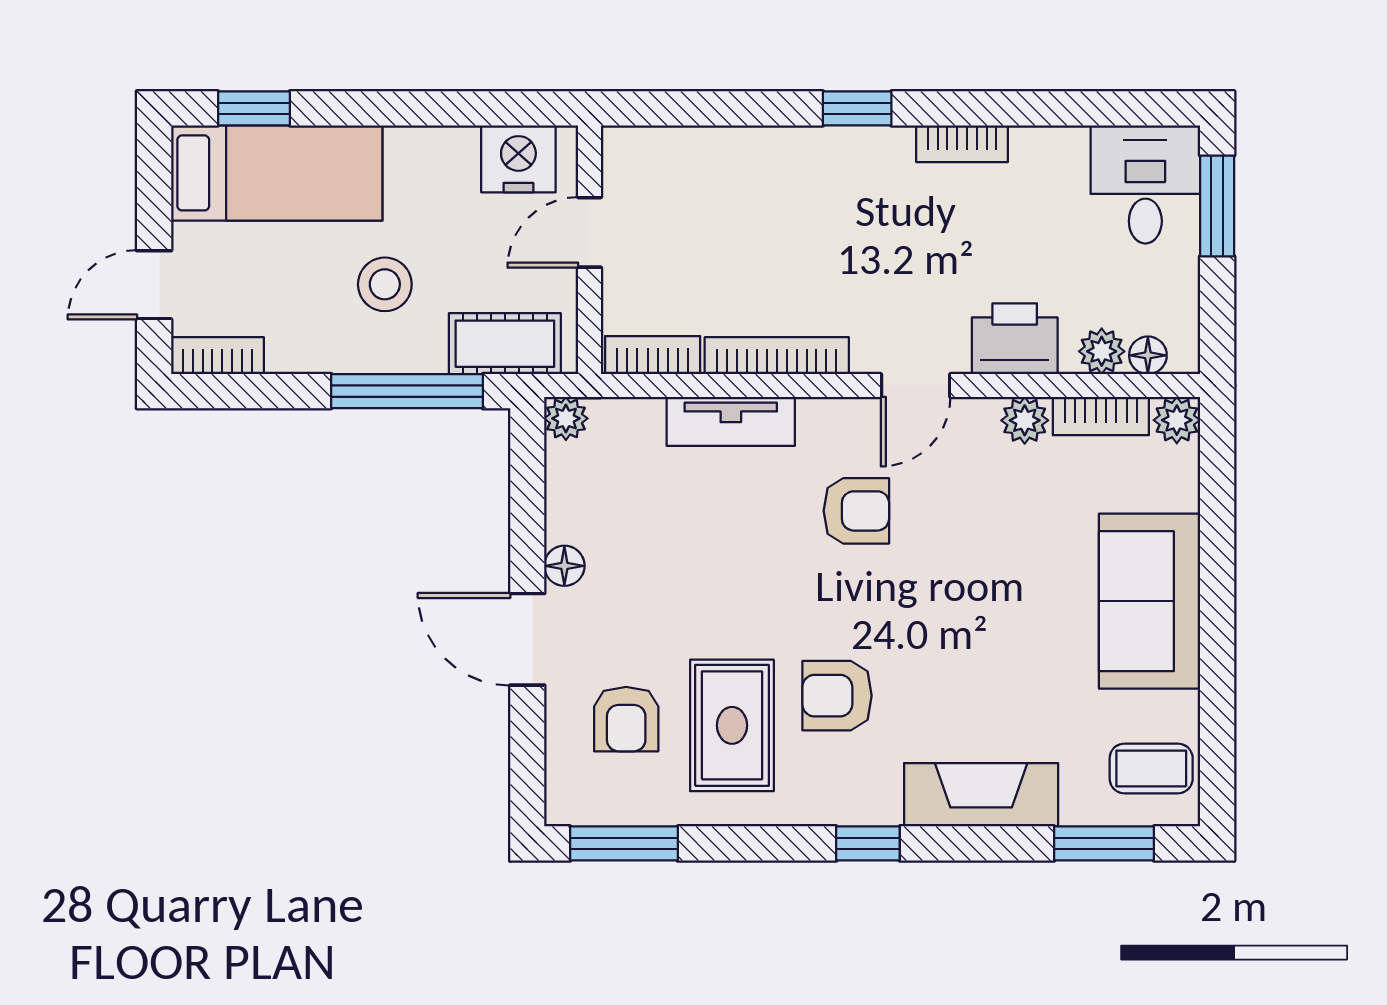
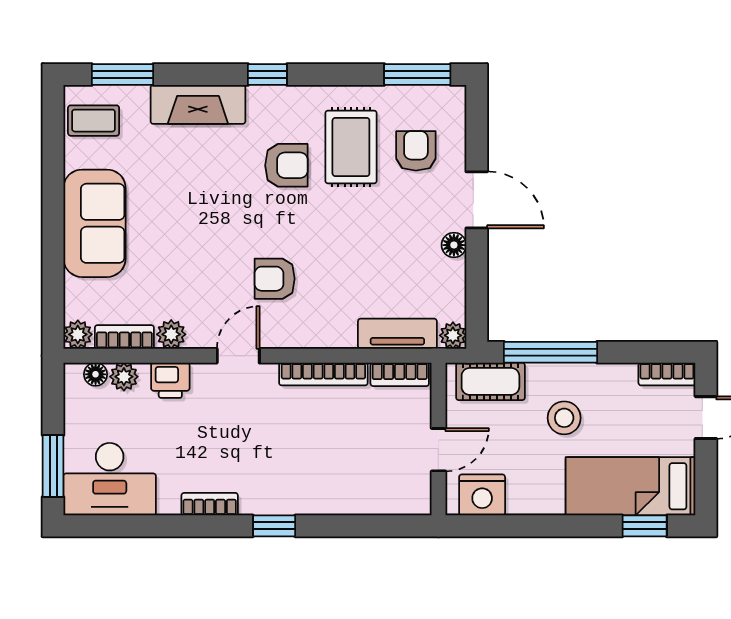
desk: (1145, 184) -> (110, 479), width x1.37
printer: (1015, 339) -> (170, 380), width x0.73, depth x0.81
tv unit: (731, 421) -> (397, 334), moved

